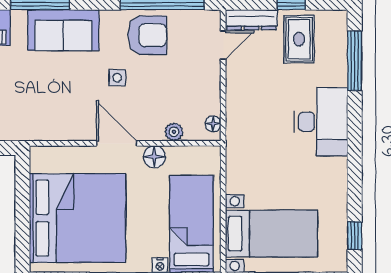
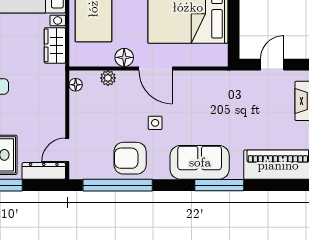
wardrobe: (238, 171) -> (55, 45), added

